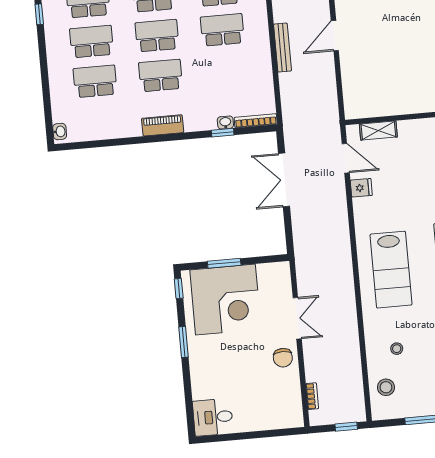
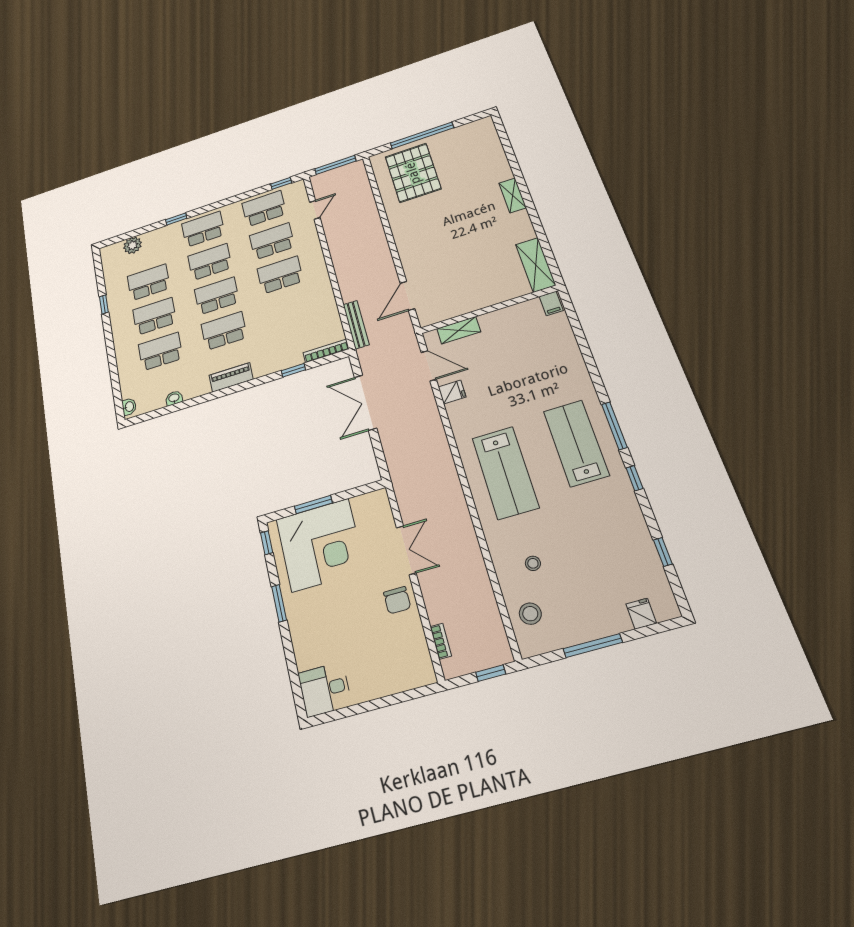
door: (335, 36) -> (407, 296), moved
bench: (282, 48) -> (356, 325), moved
washbasin: (225, 123) -> (174, 398), moved

